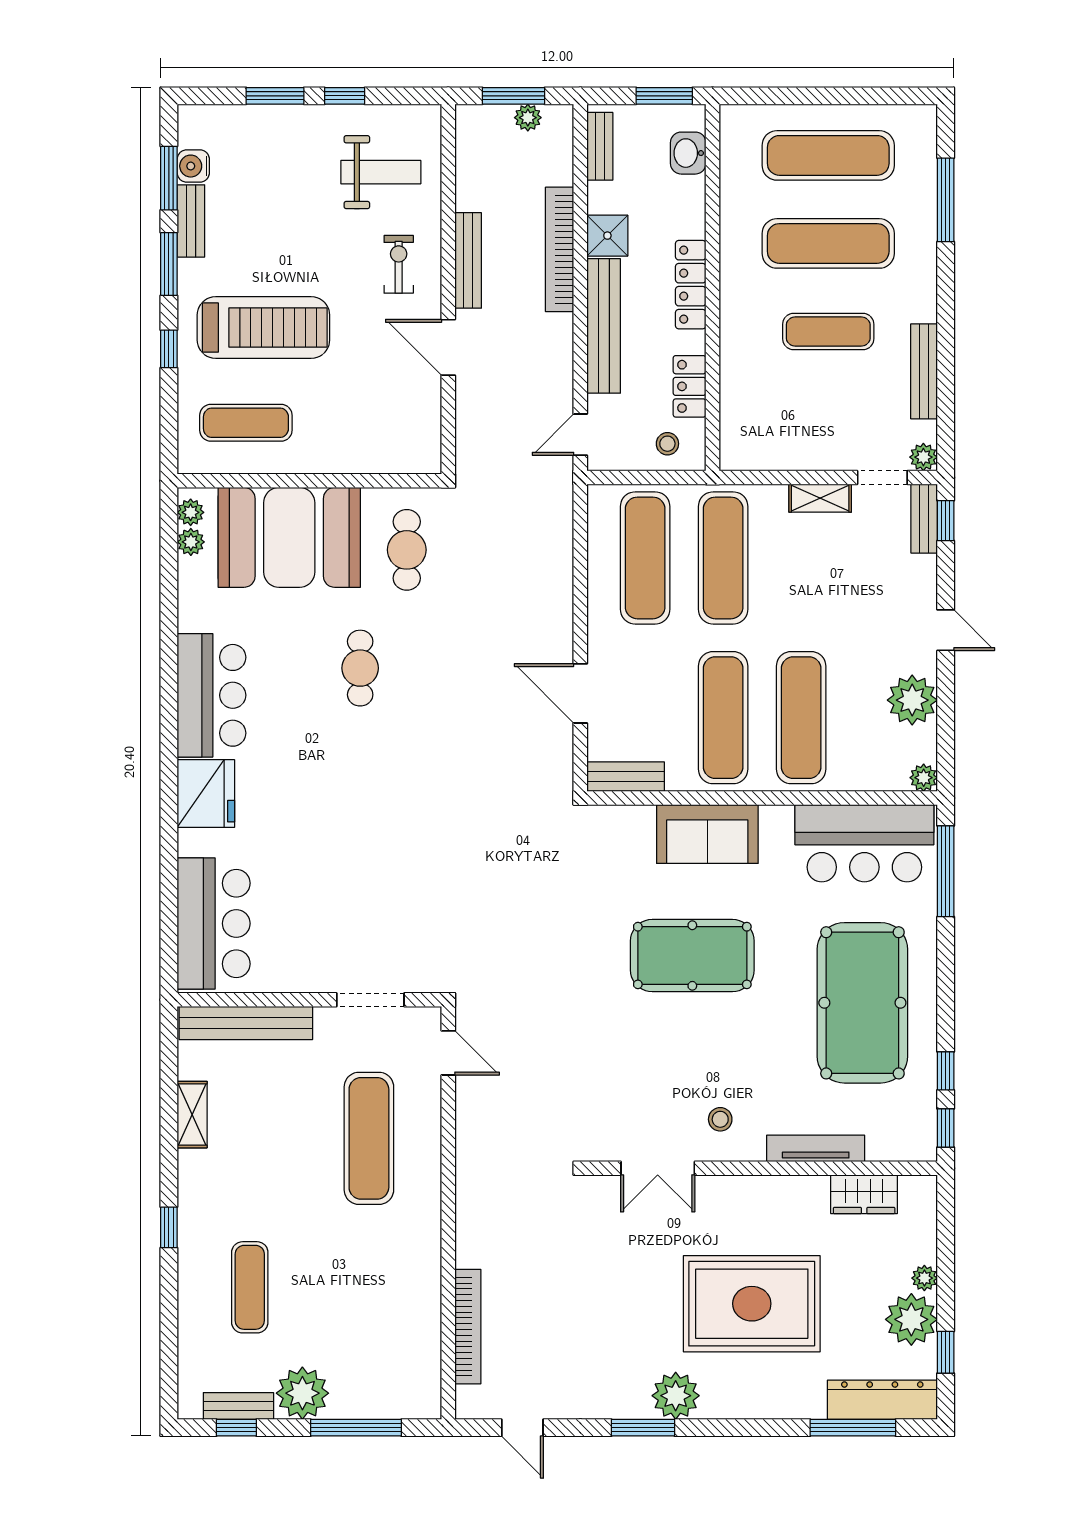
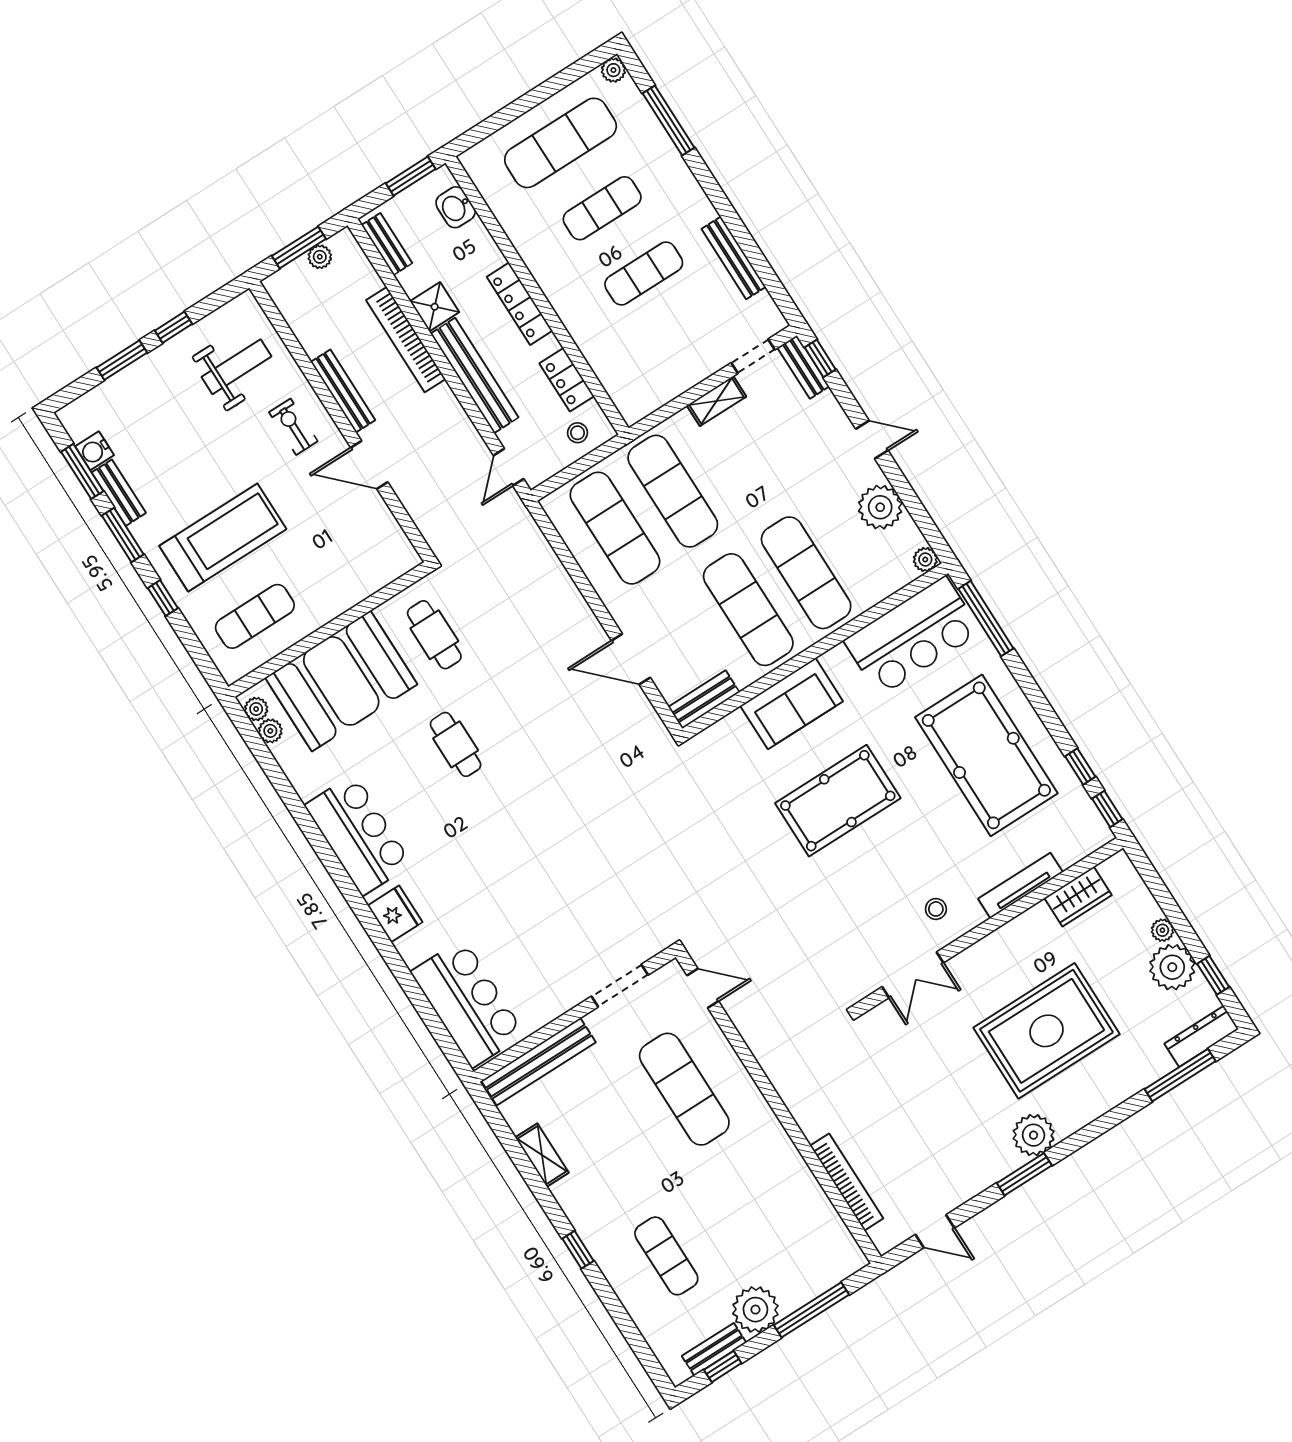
exercise mat: (828, 243) -> (602, 208), width x0.73, depth x0.69
plant: (923, 457) -> (613, 70), moved
fridge: (206, 794) -> (395, 914), width x0.73, depth x0.75
dresser: (882, 1400) -> (1201, 1036), width x0.73, depth x0.80

